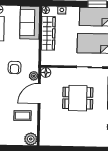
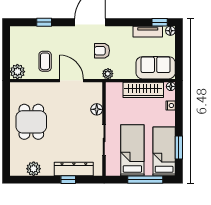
floor lamp: (46, 73) -> (97, 109), moved
plant: (34, 76) -> (108, 74), moved
dining table: (78, 98) -> (31, 122), moved

